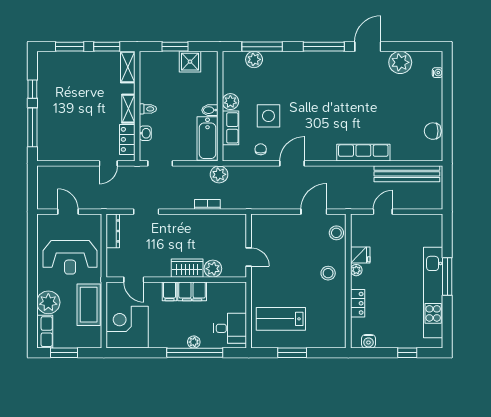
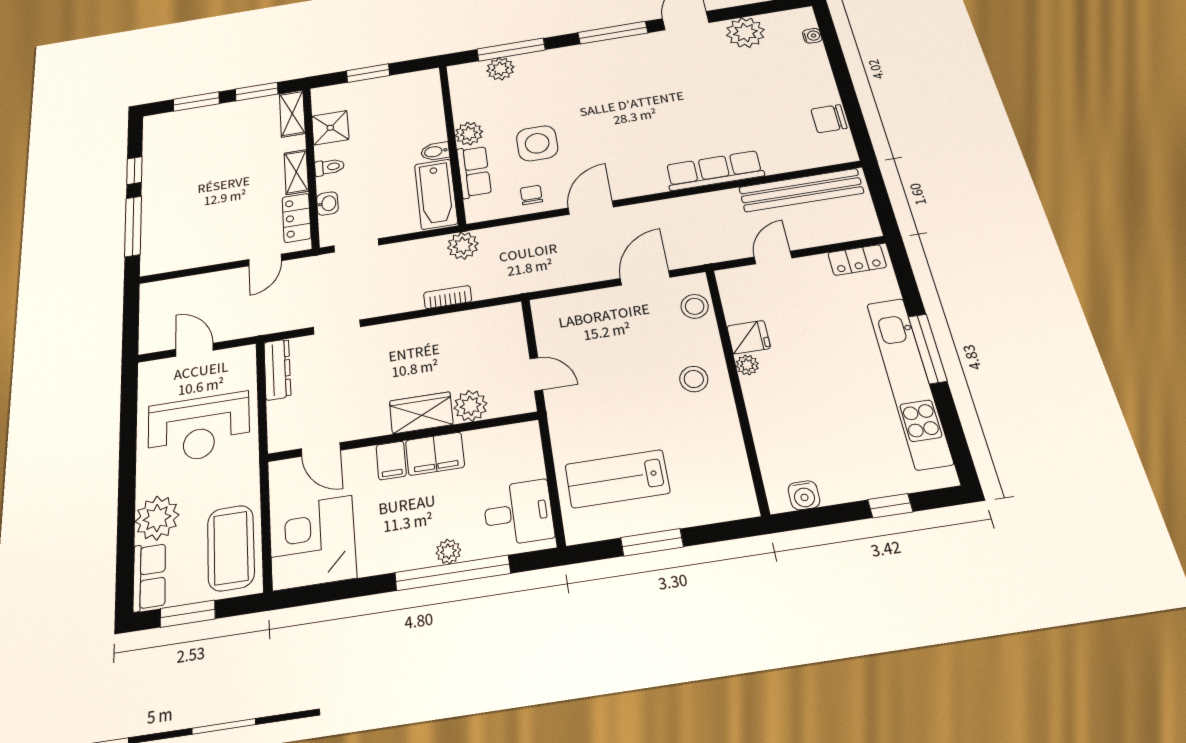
shower: (190, 62) -> (330, 128), moved
locker: (358, 303) -> (857, 260), moved, turned 90
coffee table: (89, 305) -> (231, 548), moved

